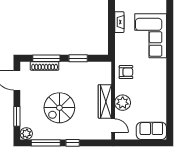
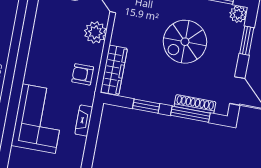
fireplace: (119, 22) -> (84, 121), moved
wardrobe: (105, 101) -> (114, 70), moved
spiral stairs: (59, 108) -> (185, 42), turned 180

